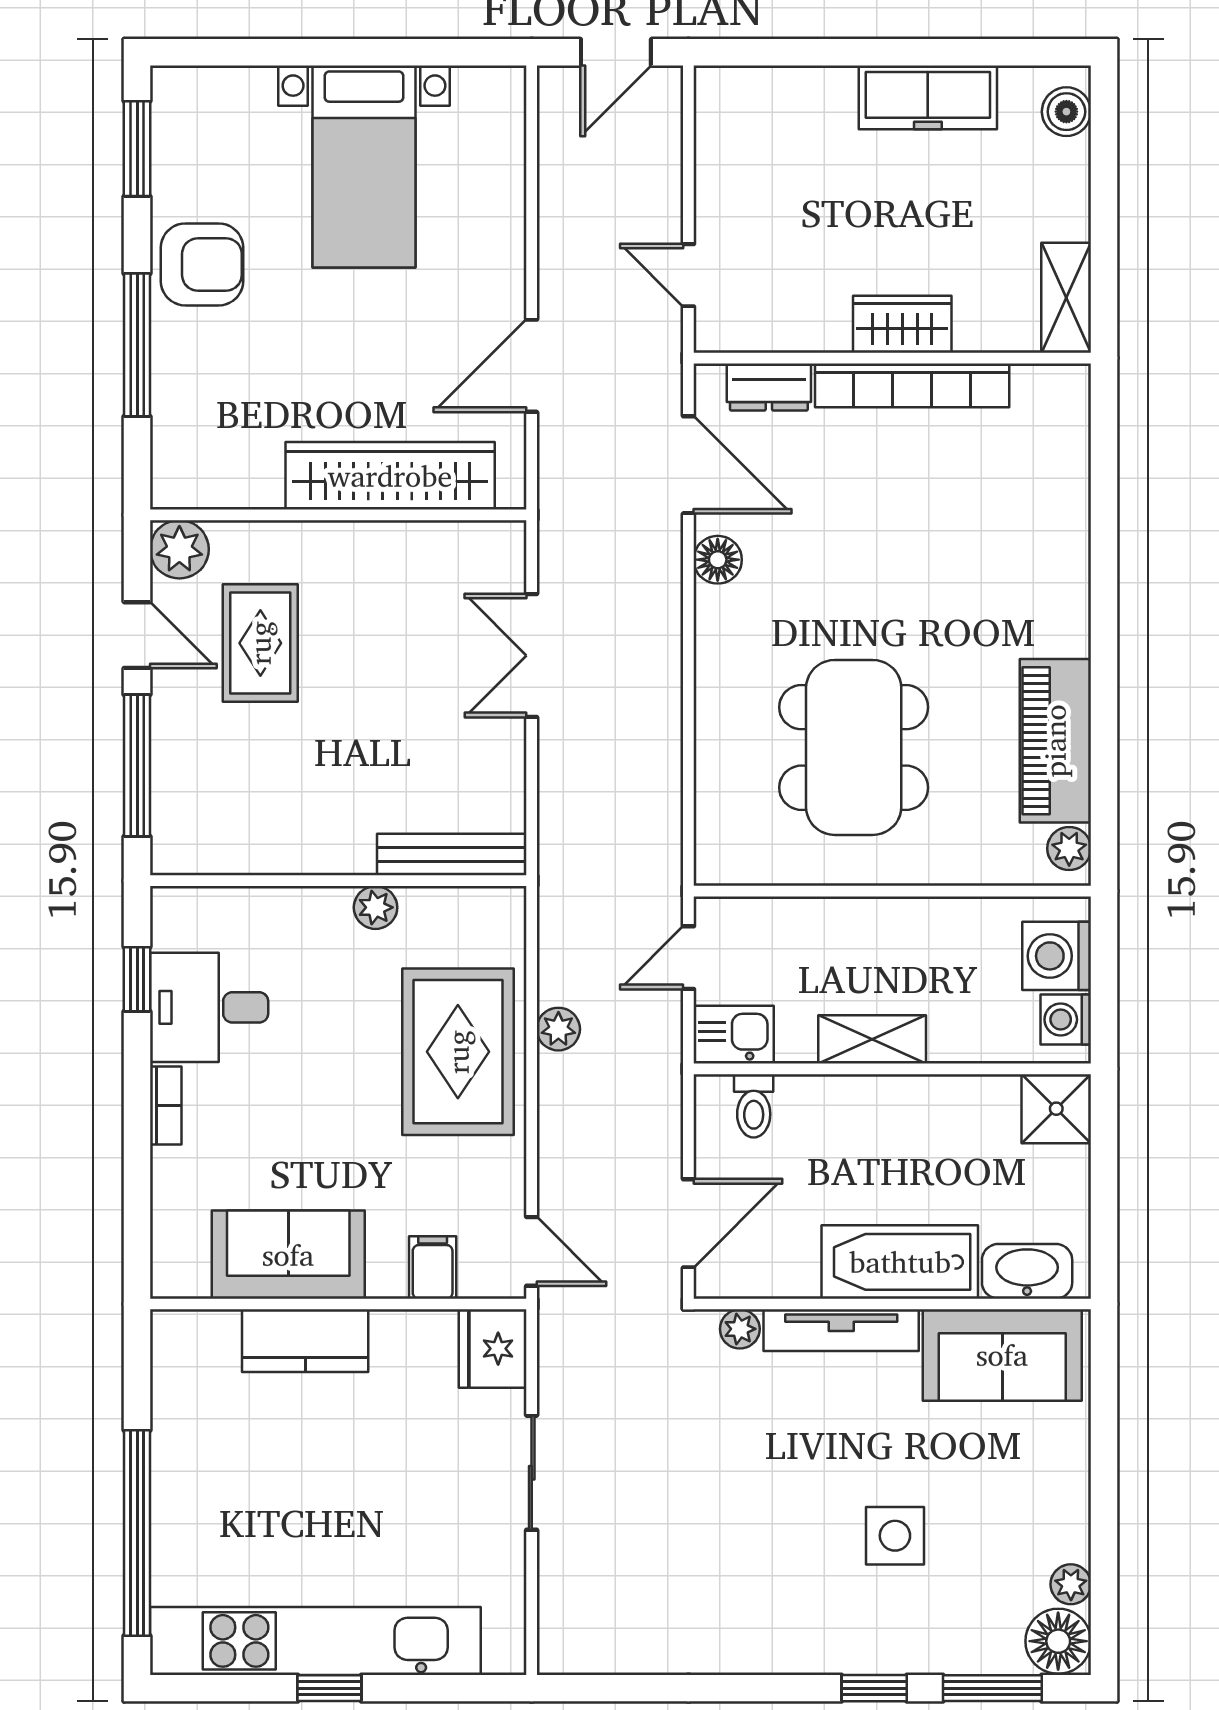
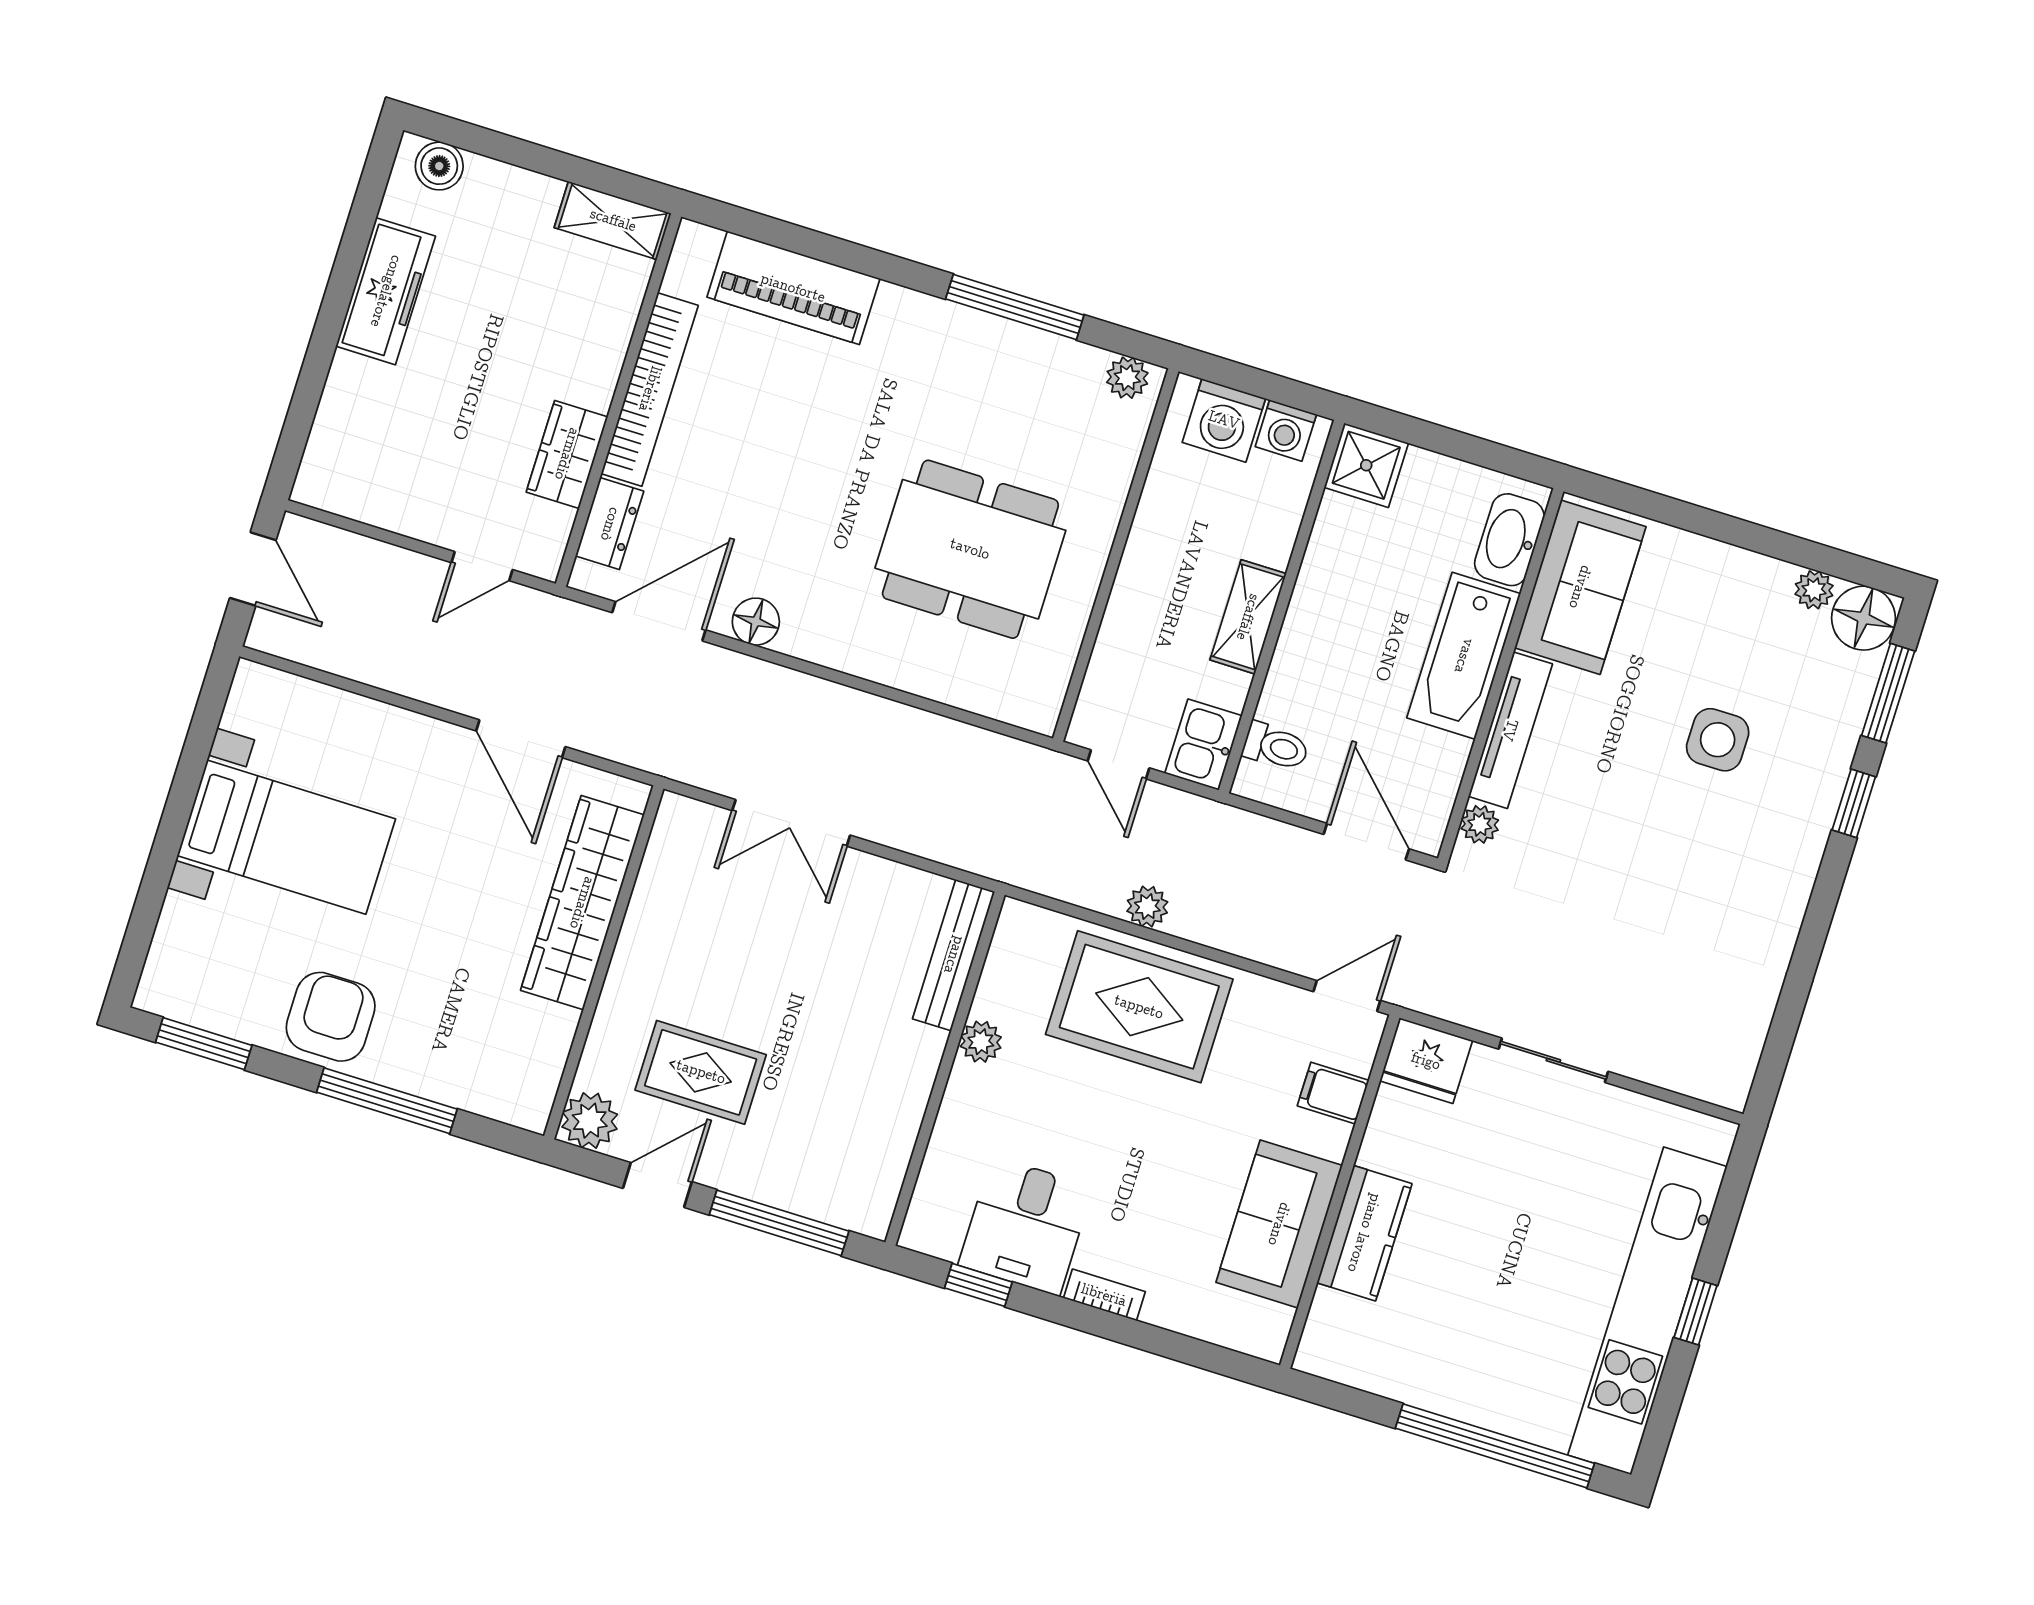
wardrobe: (902, 324) -> (567, 454), moved
window: (1104, 717) -> (1015, 307), added
piano: (1055, 741) -> (793, 288), moved

